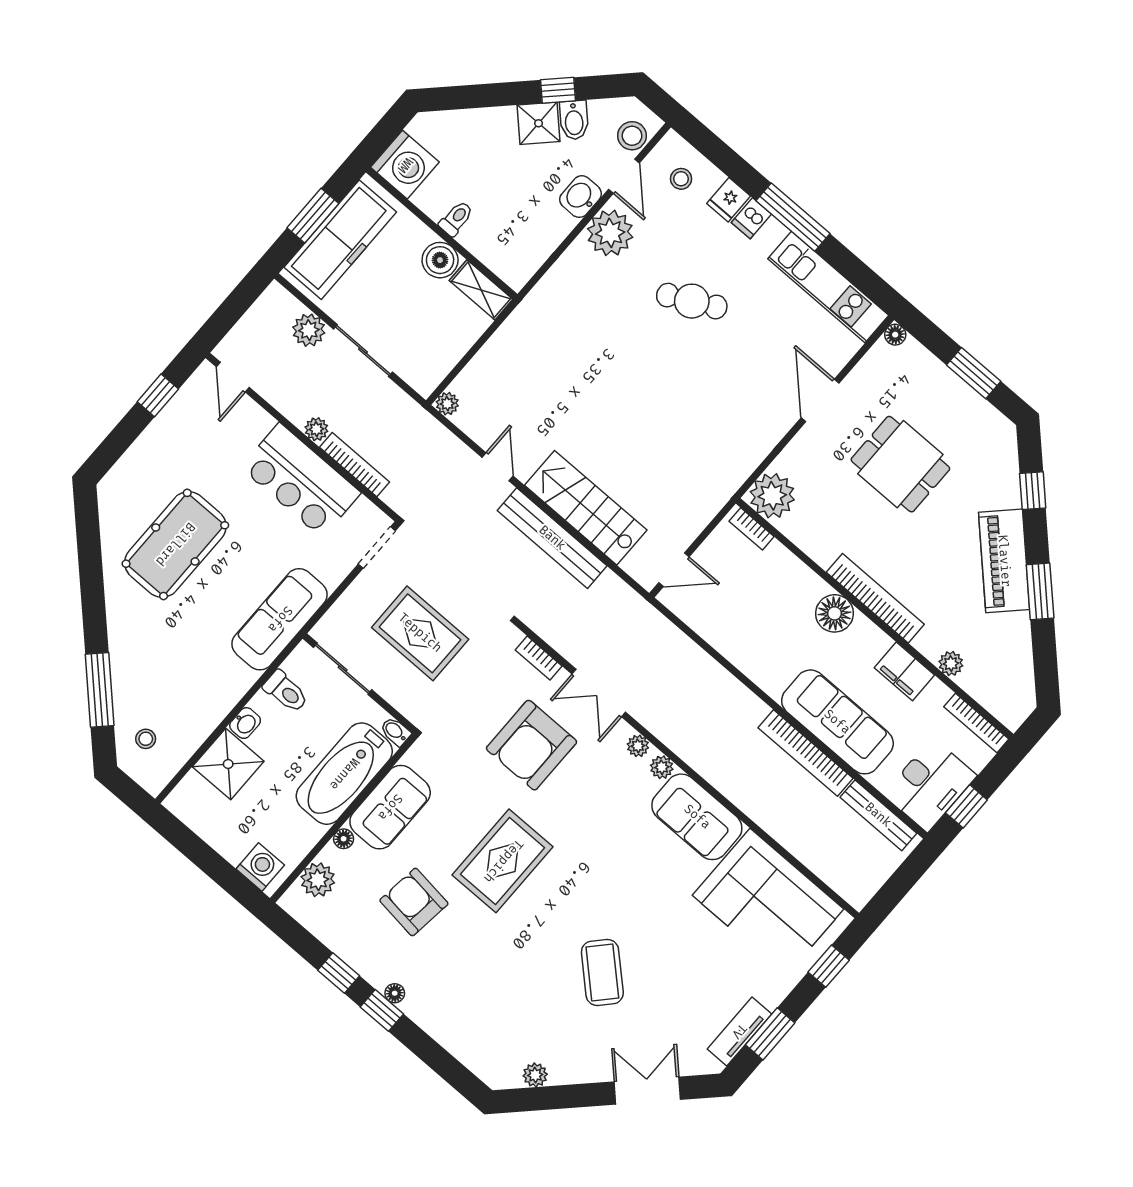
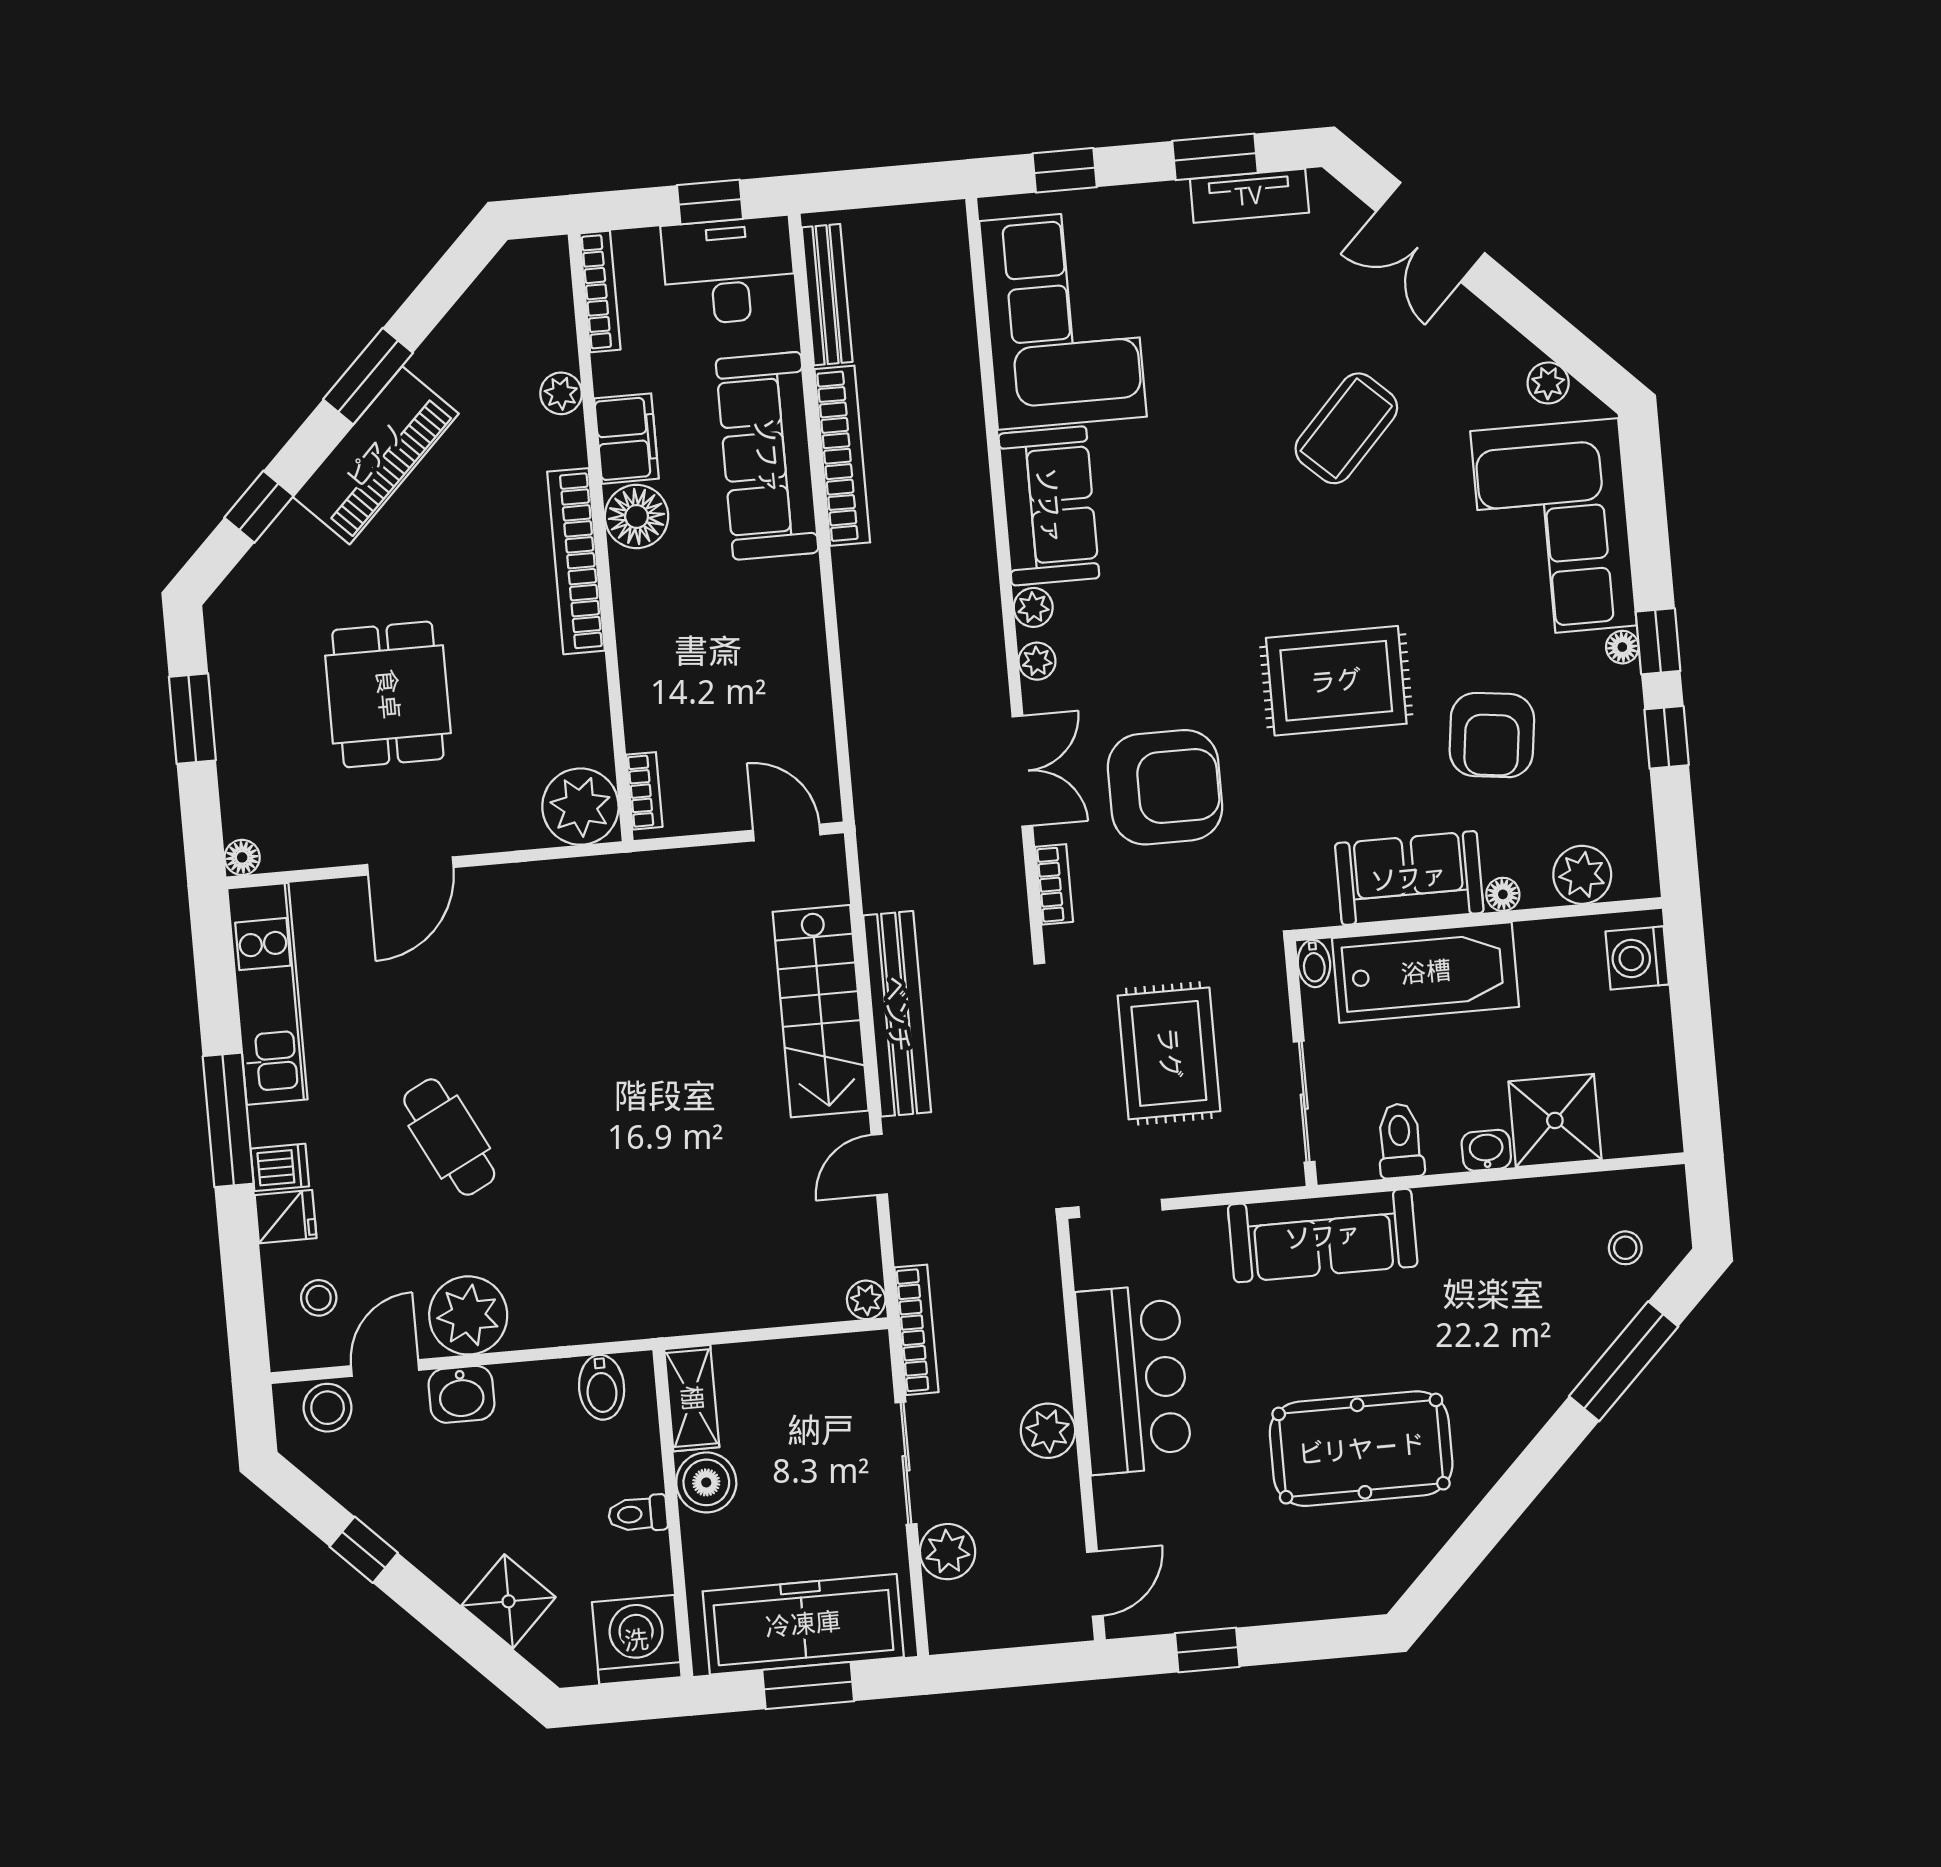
bidet: (574, 120) -> (602, 1387), moved, turned 135
shower: (539, 123) -> (509, 1601), moved
plant: (316, 429) -> (1048, 1431), width x1.38, depth x1.38
bookcase: (355, 465) -> (916, 1330), moved, turned 180
floor lamp: (834, 613) -> (637, 516), moved
corner sofa: (473, 1015) -> (1553, 528), added

